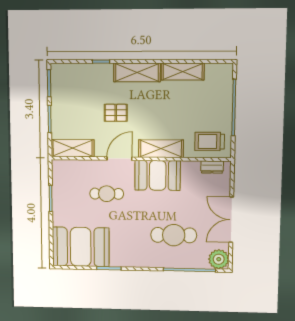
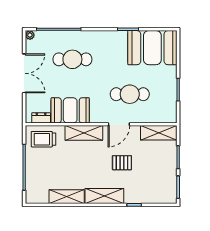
trolley: (210, 142) -> (43, 139), turned 180
booth: (158, 175) -> (70, 110), moved
cafe table: (107, 194) -> (130, 94), width x1.37, depth x1.35
plant: (219, 259) -> (30, 35), width x0.53, depth x0.53

